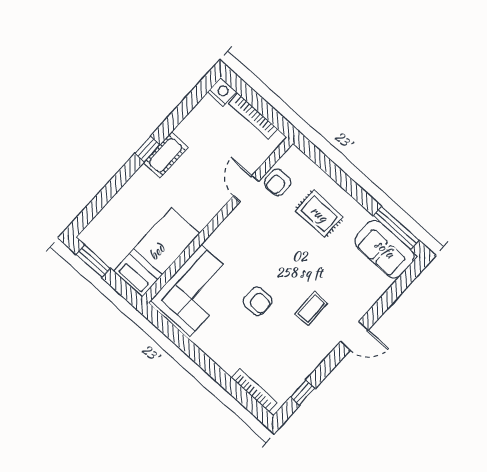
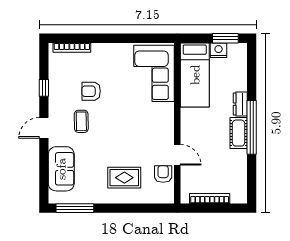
nightstand: (222, 92) -> (219, 50), moved, turned 180
window: (147, 149) -> (252, 127), width x3.17
dresser: (138, 182) -> (240, 104), added
sofa: (385, 249) -> (61, 169), moved, turned 90
armchair: (258, 301) -> (91, 91), moved
window: (303, 393) -> (44, 88), moved

